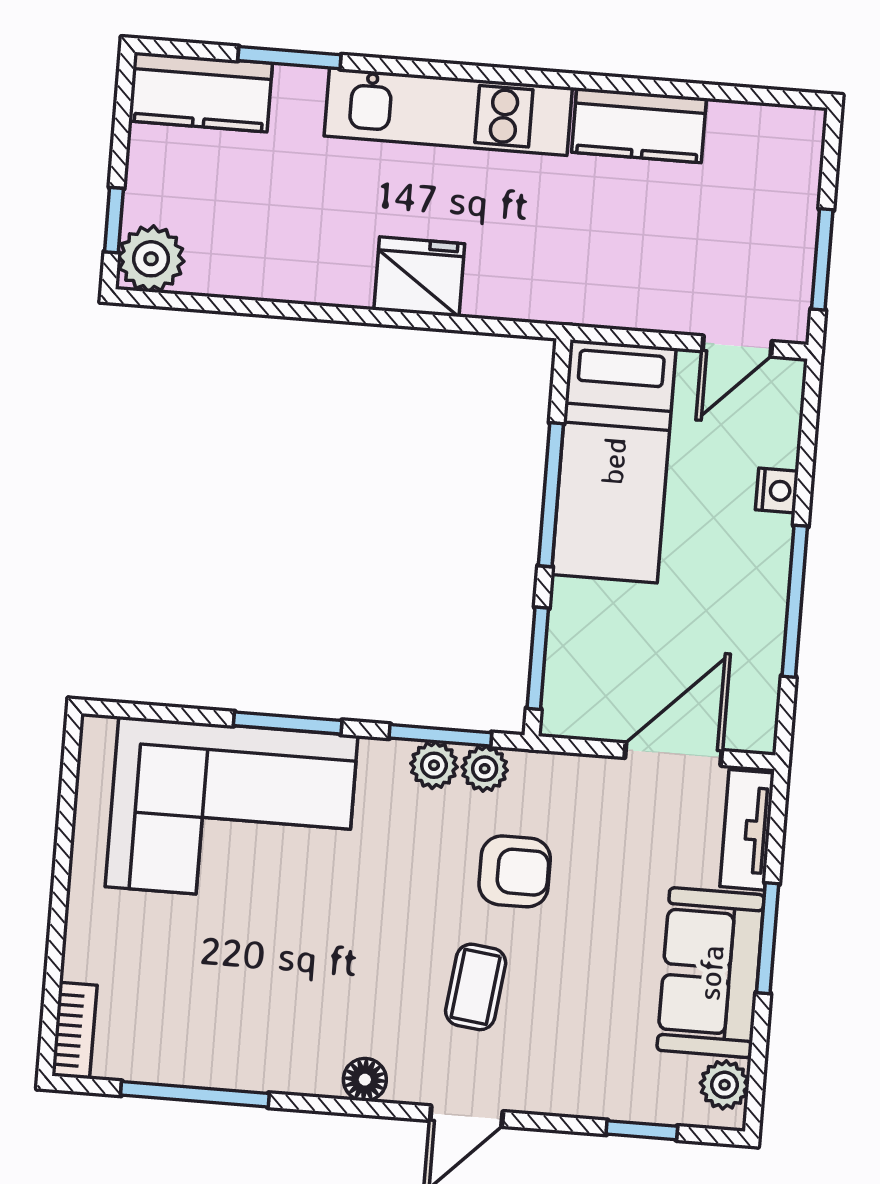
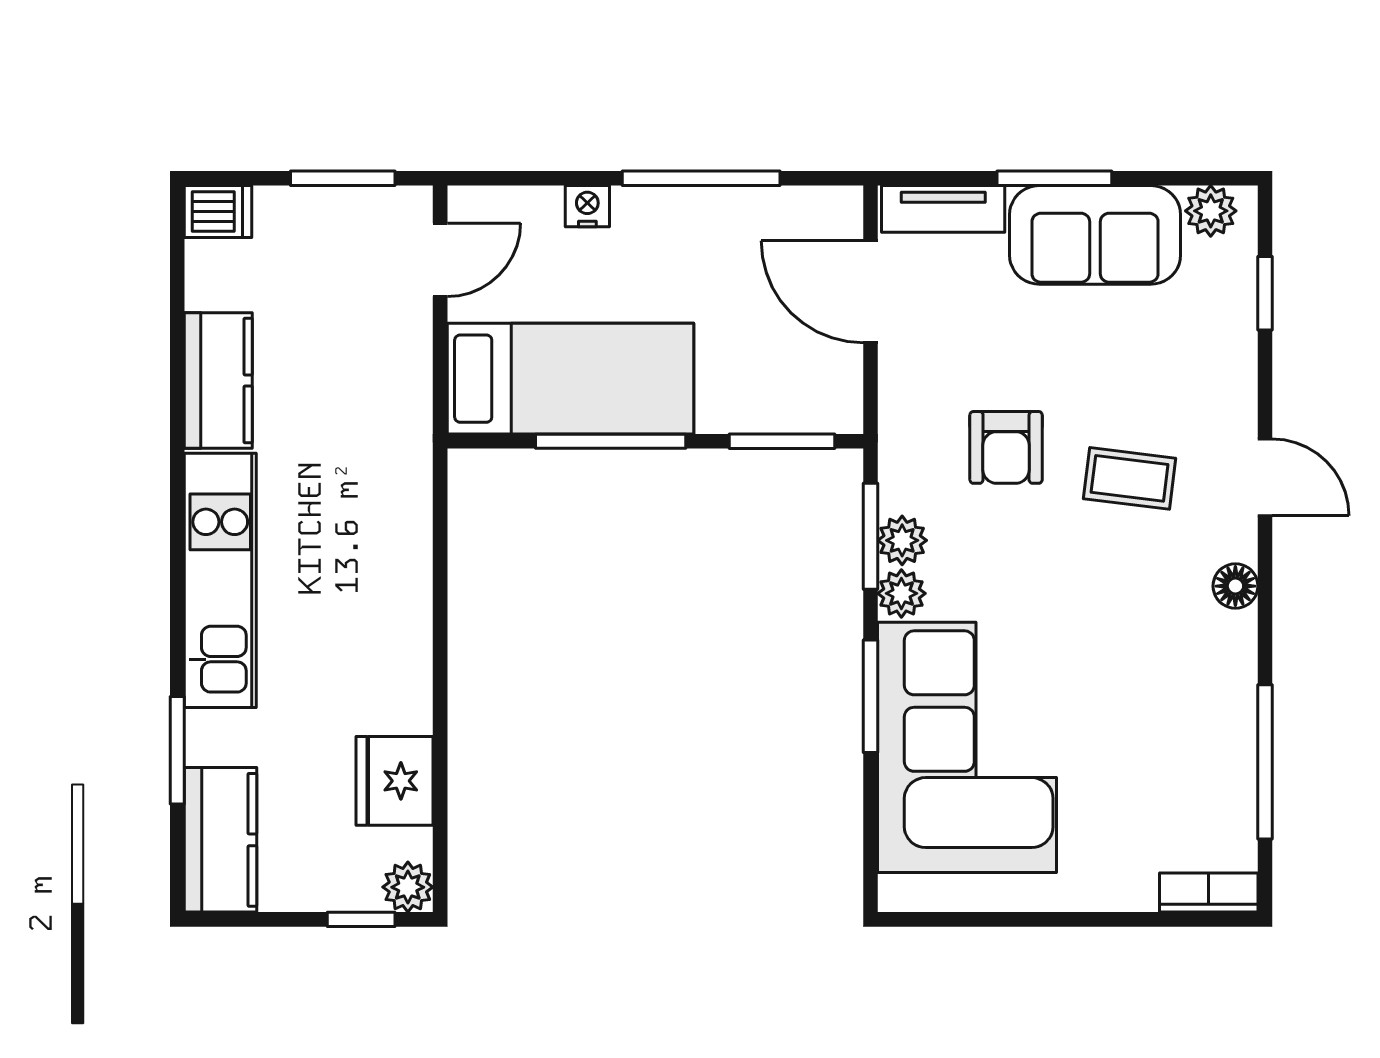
dishwasher: (800, 138) -> (218, 212), added
plant: (151, 259) -> (408, 887), width x0.73, depth x0.73
fridge: (419, 277) -> (395, 781), moved
door: (737, 346) -> (440, 260), hinge flipped
plant: (485, 769) -> (901, 593), moved
armchair: (515, 871) -> (1006, 447), turned 180

